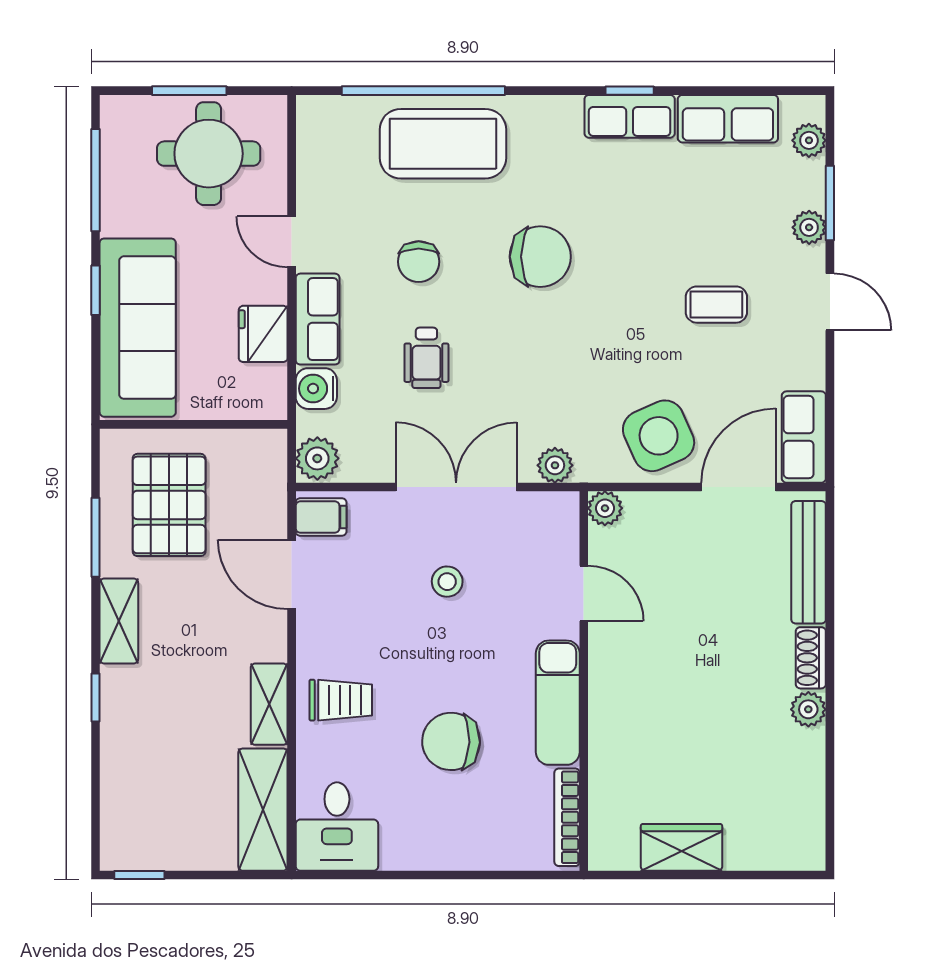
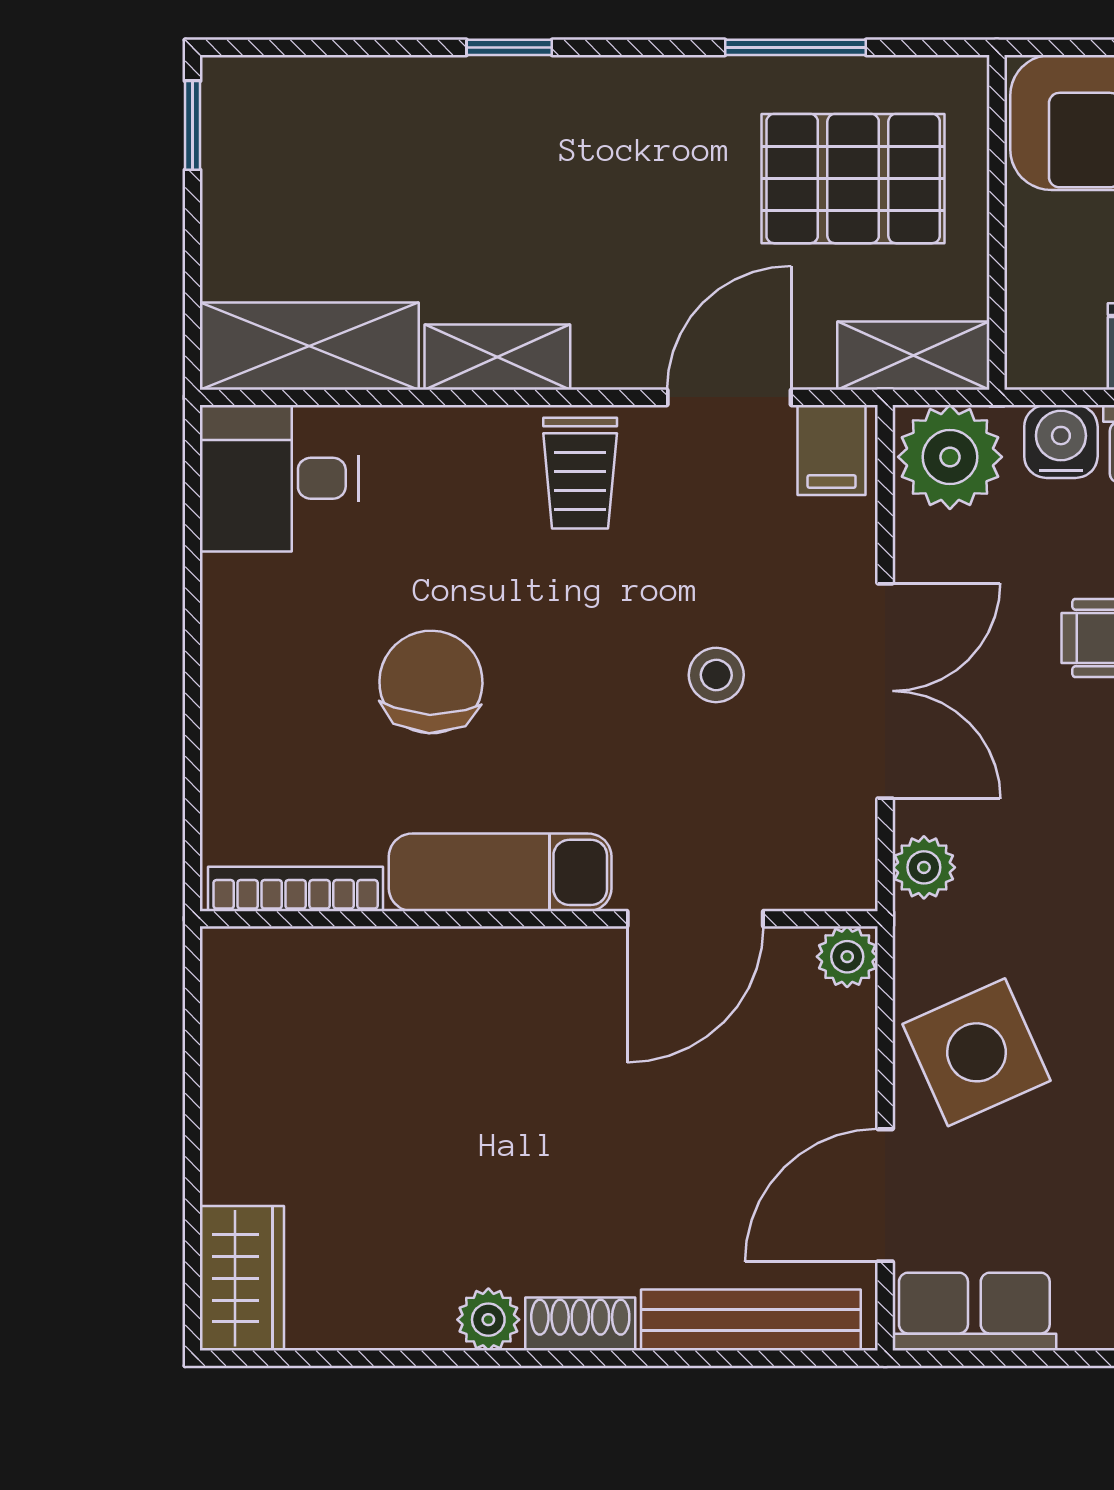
plant: (317, 458) -> (950, 457), width x1.36, depth x1.36
door: (739, 487) -> (885, 1195), swing flipped
door: (584, 593) -> (695, 919), width x1.38
shelving: (119, 621) -> (913, 356), moved
trolley: (341, 700) -> (580, 473), moved
wardrobe: (681, 847) -> (242, 1278), moved

